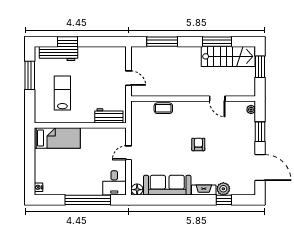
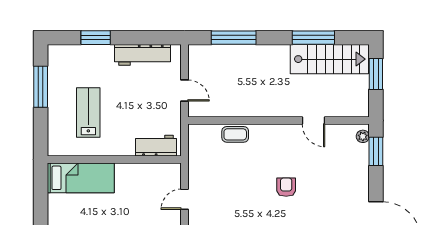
workbench: (59, 53) -> (142, 55), moved
window: (260, 132) -> (376, 151), moved

